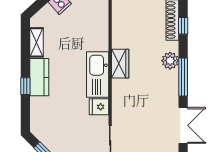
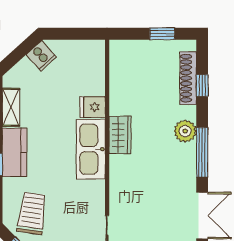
fridge: (99, 107) -> (93, 107), moved
trolley: (52, 124) -> (32, 213), added

